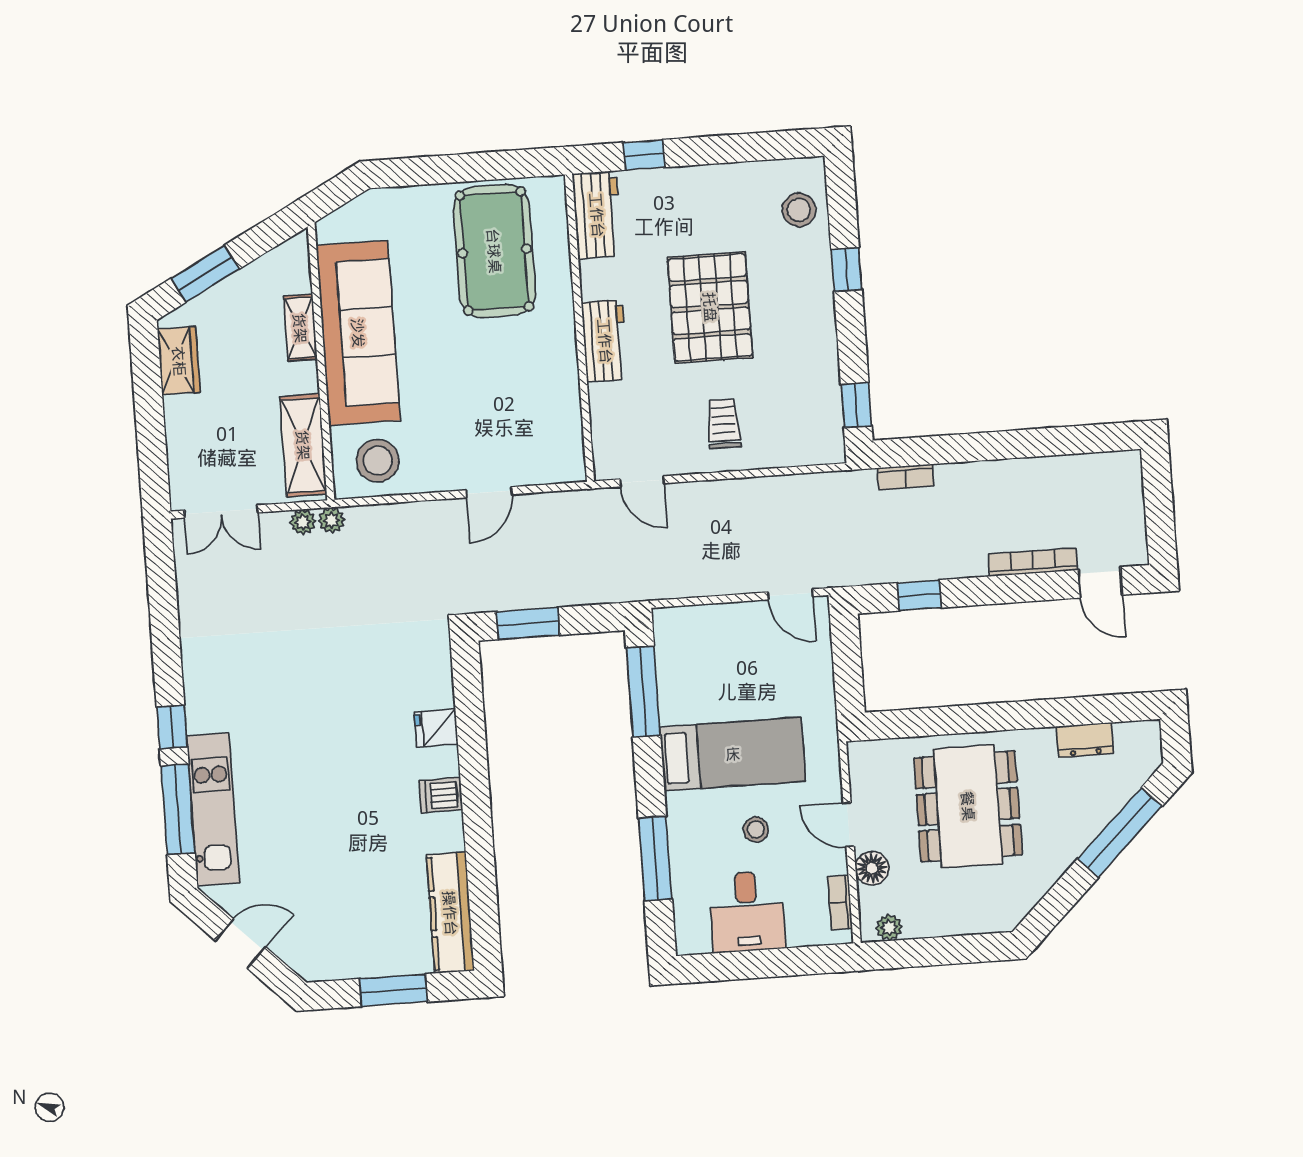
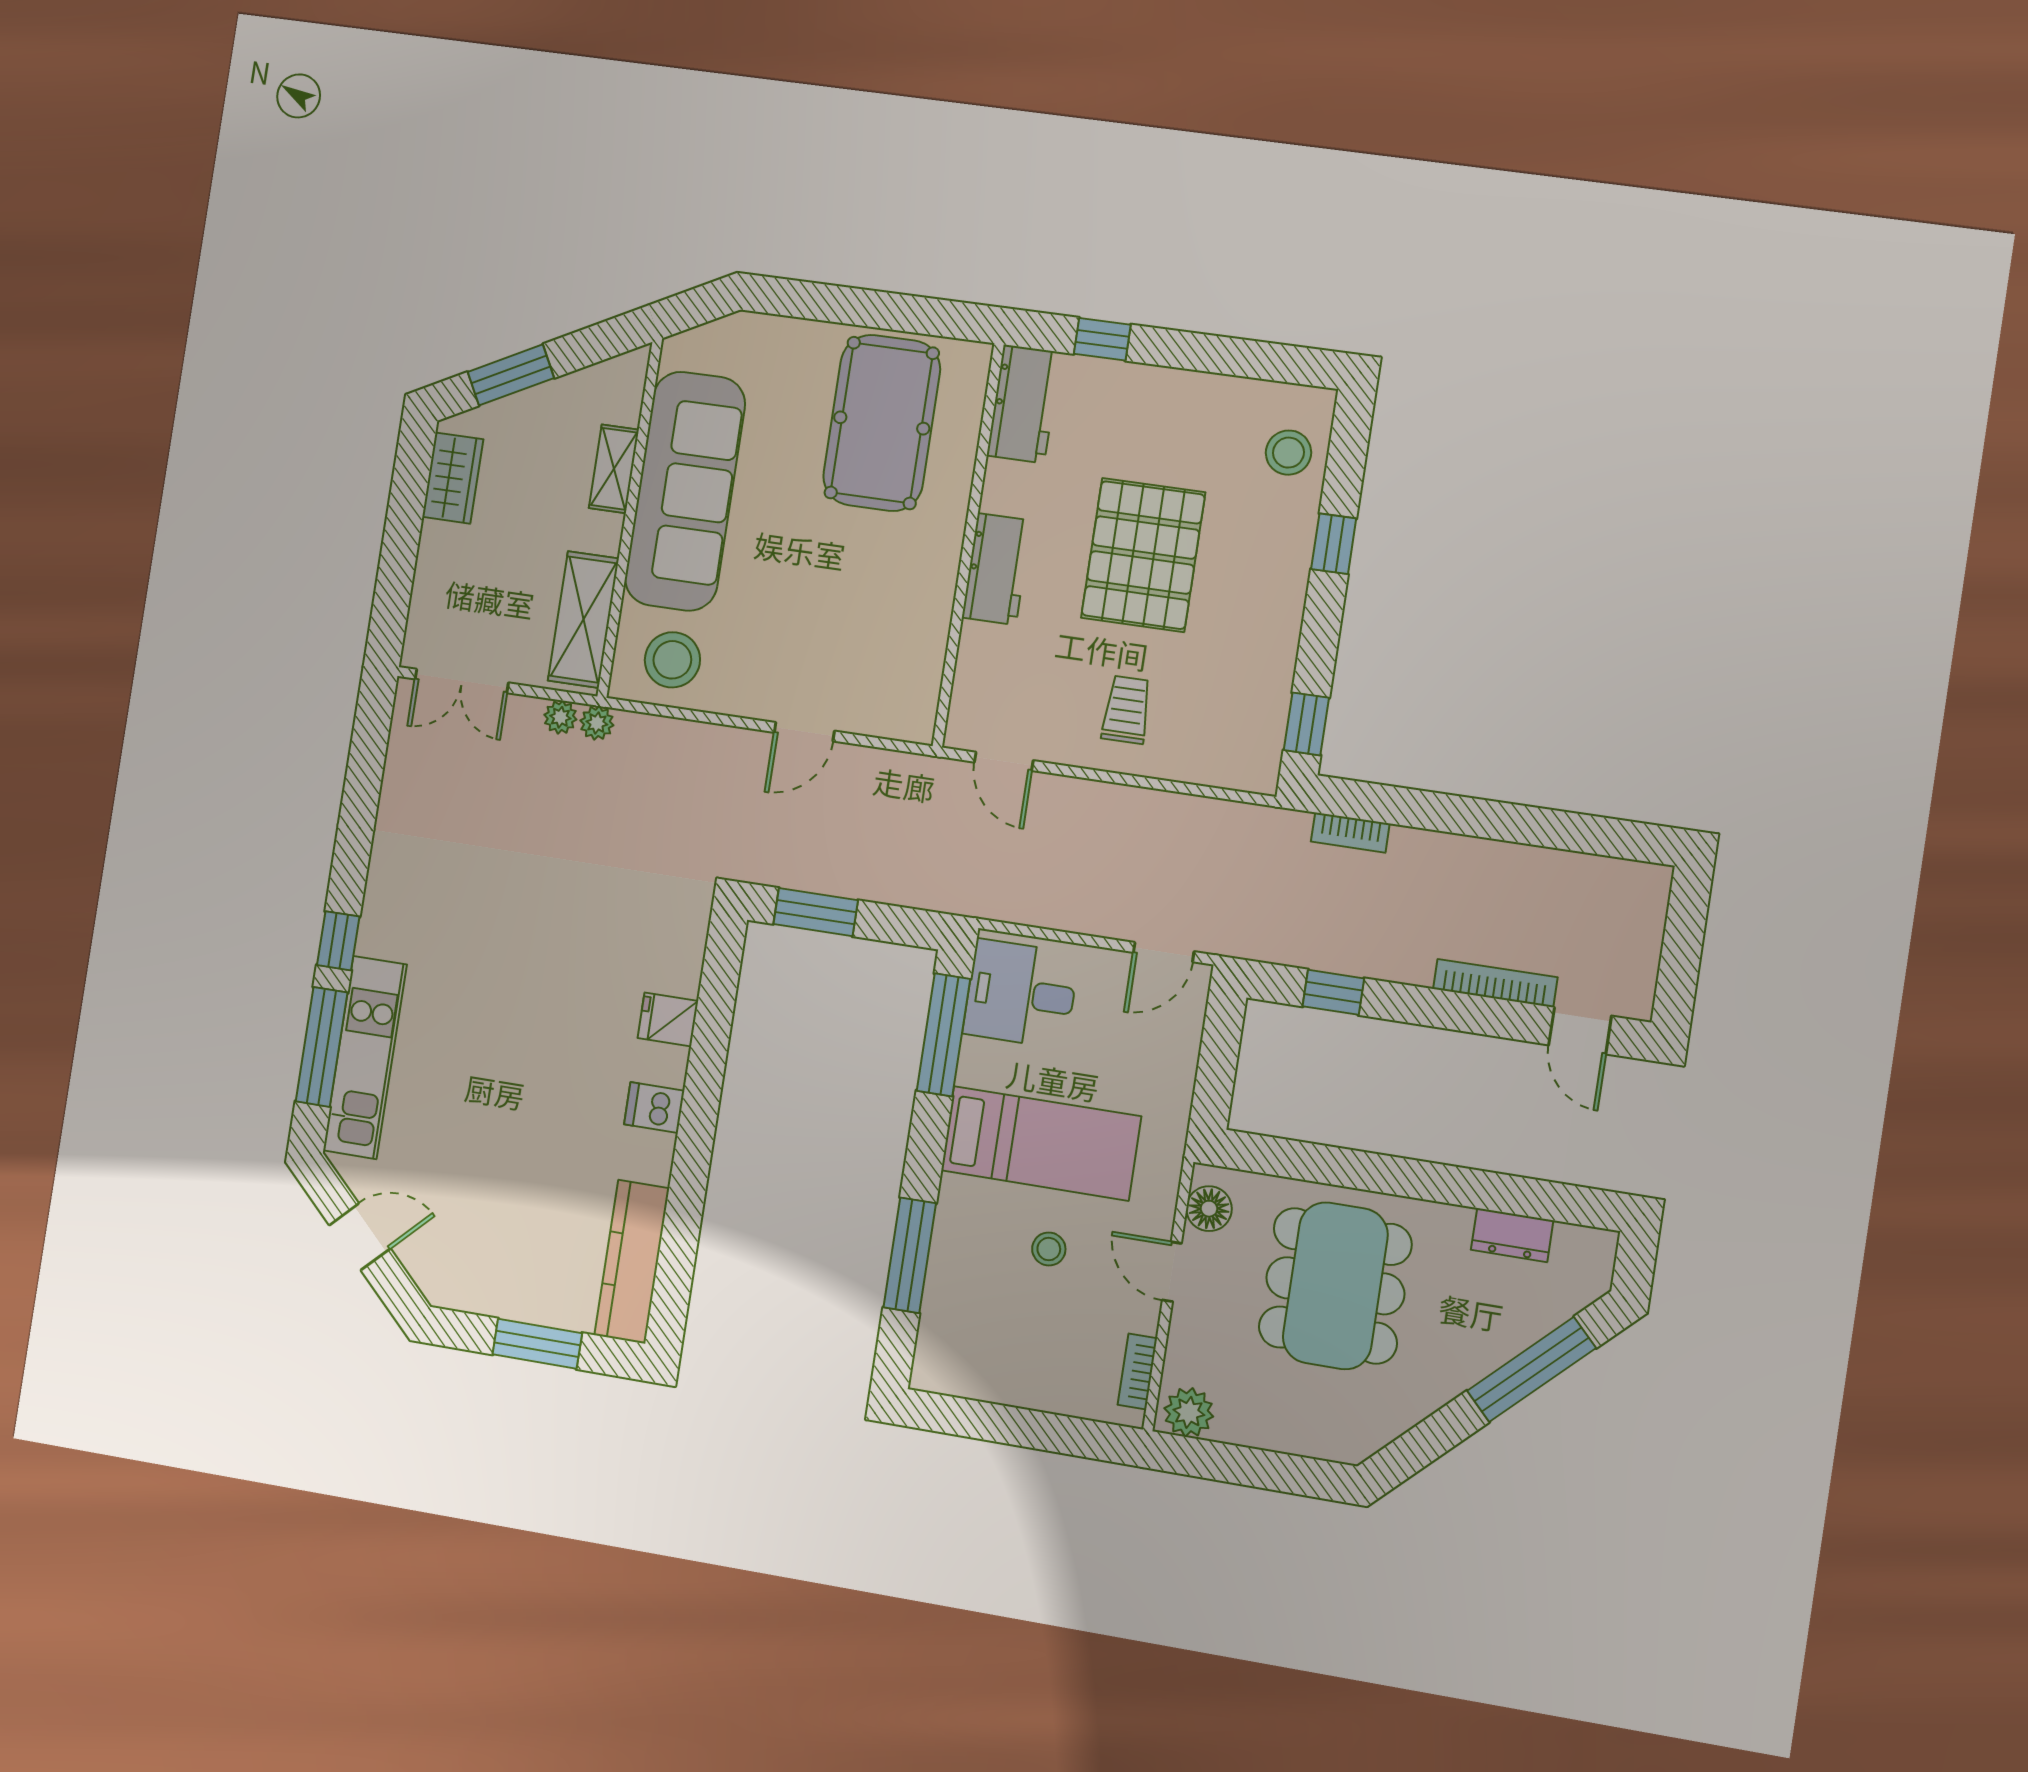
door: (790, 594) -> (1164, 952), hinge flipped
floor lamp: (872, 868) -> (1209, 1209), moved
desk: (747, 912) -> (1021, 994), moved, turned 90
plant: (889, 928) -> (1189, 1412), width x1.38, depth x1.38

